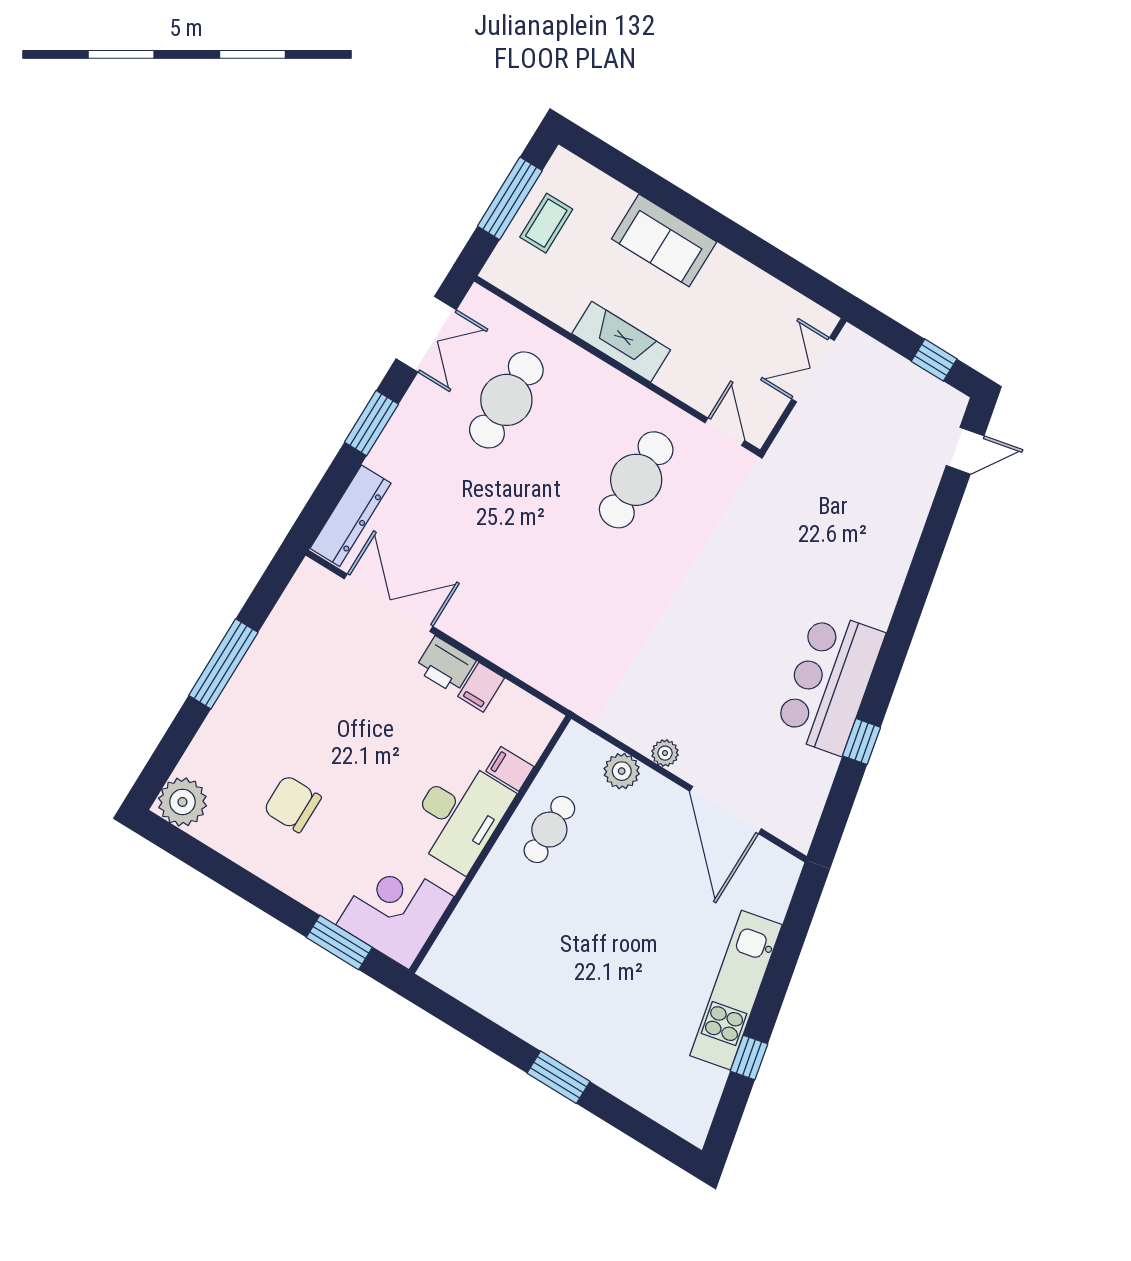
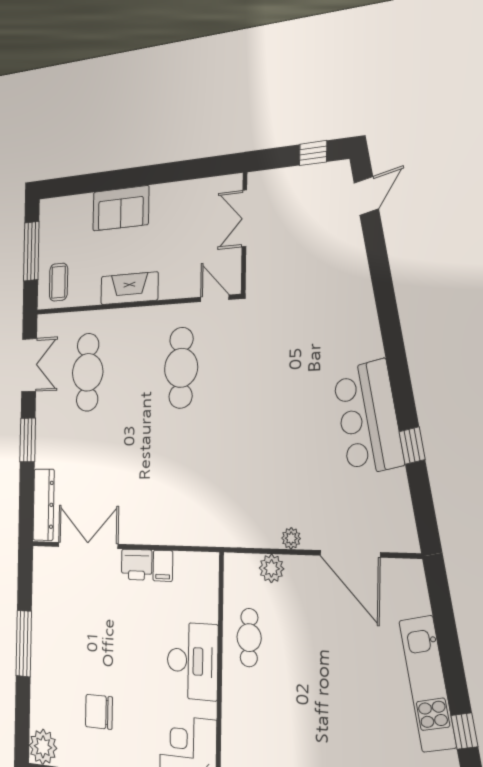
coffee table: (546, 223) -> (59, 282), moved
filing cabinet: (510, 769) -> (206, 610), removed

